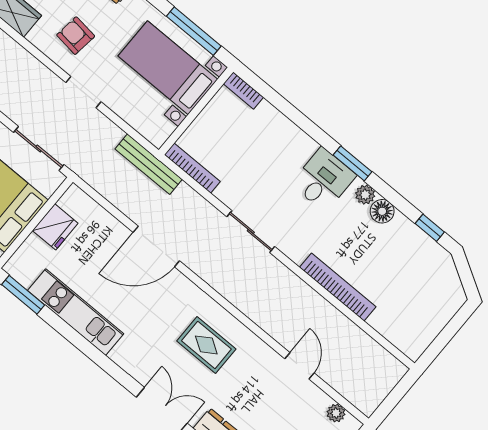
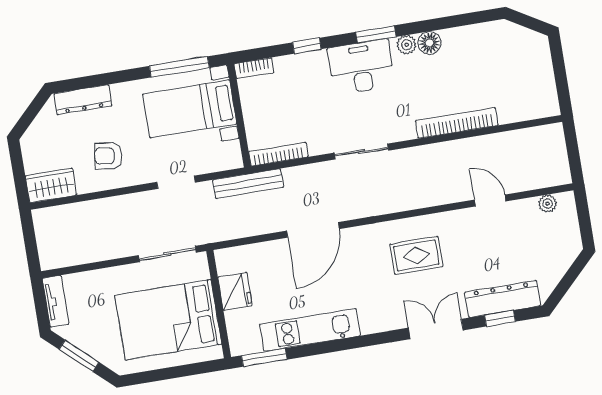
doorway: (83, 92) -> (176, 182), moved
desk: (323, 180) -> (361, 67), width x1.37
window: (430, 228) -> (307, 46), moved

